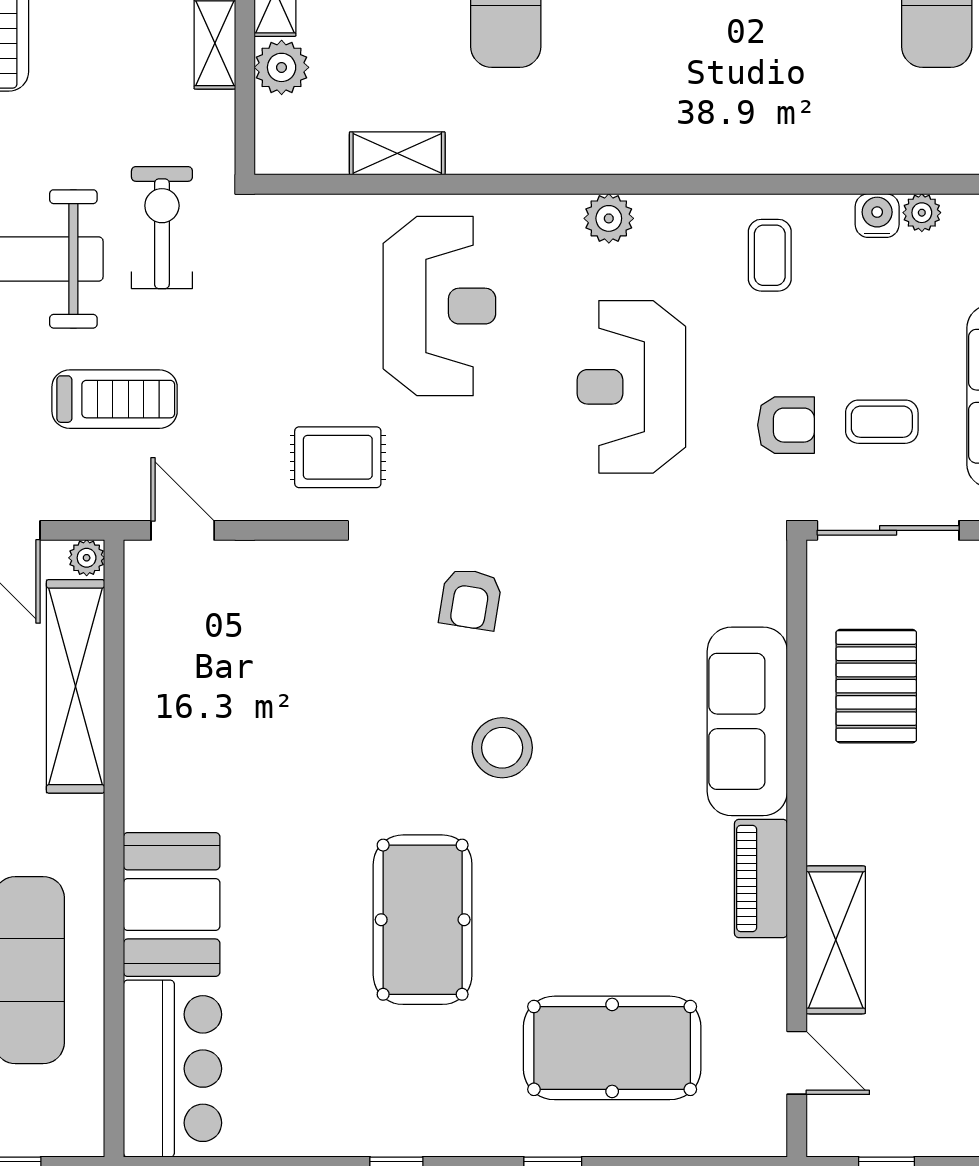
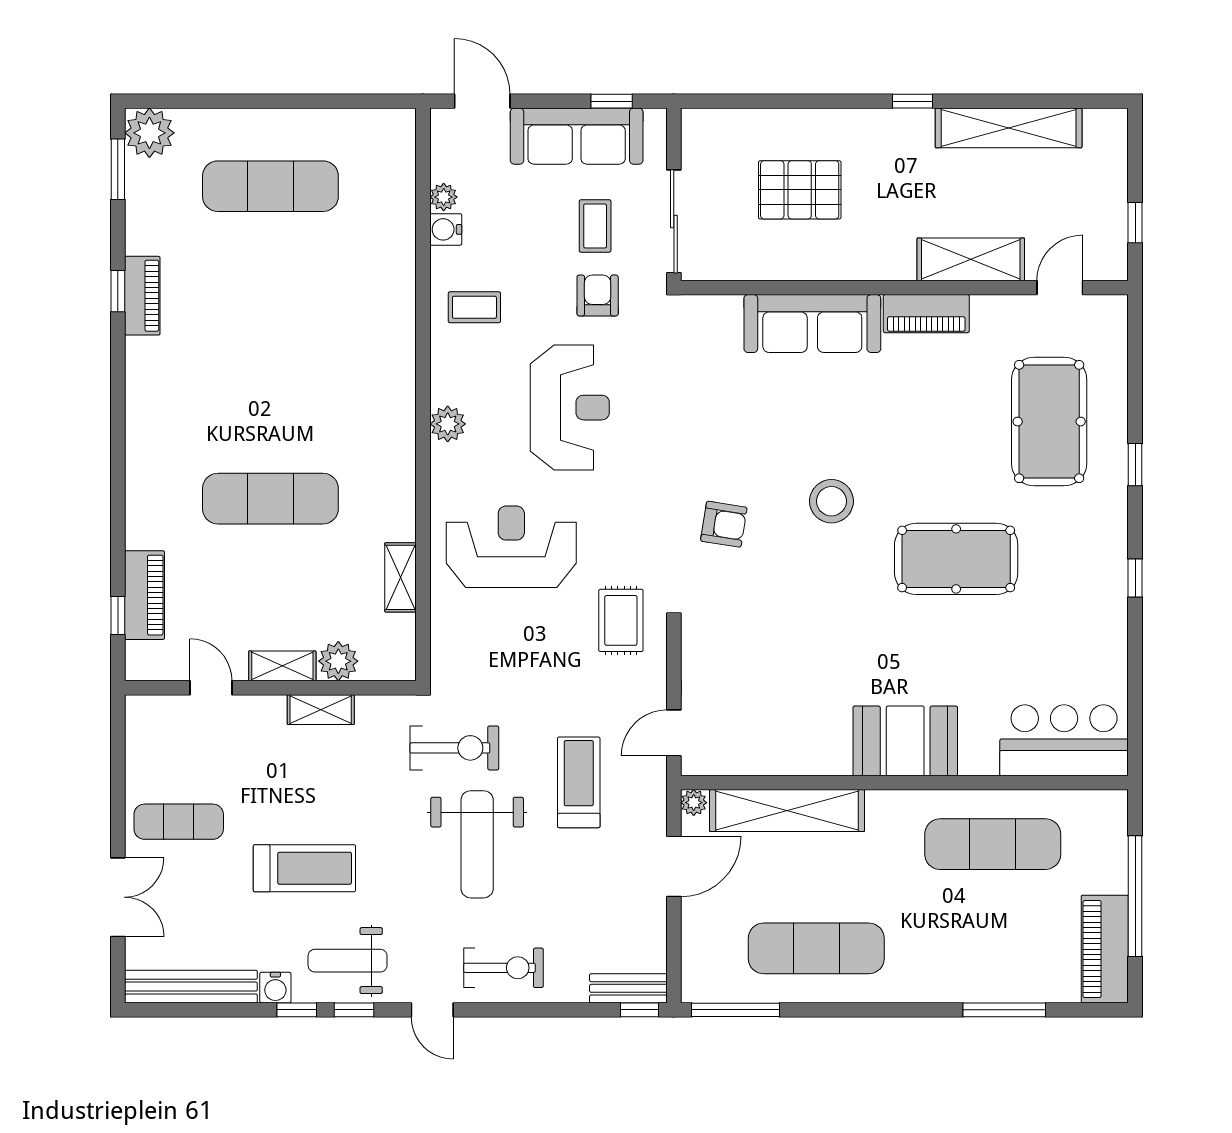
exercise bike: (162, 228) -> (454, 748), turned 180
reception desk: (631, 387) -> (570, 408), turned -90
pallet: (876, 686) -> (800, 190), moved
booth: (172, 904) -> (905, 741), moved

